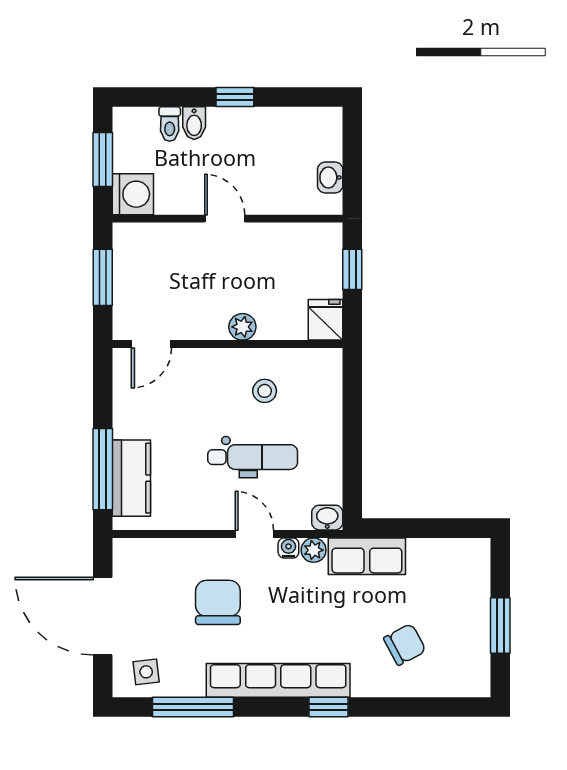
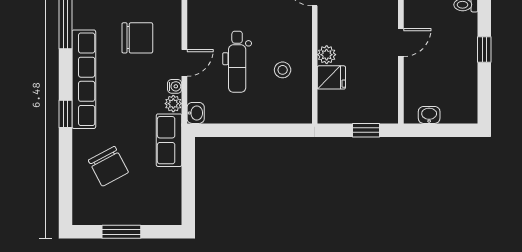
bidet: (194, 123) -> (466, 22), removed
fridge: (326, 320) -> (331, 77), moved
chair: (405, 644) -> (108, 166), width x1.37, depth x1.37

